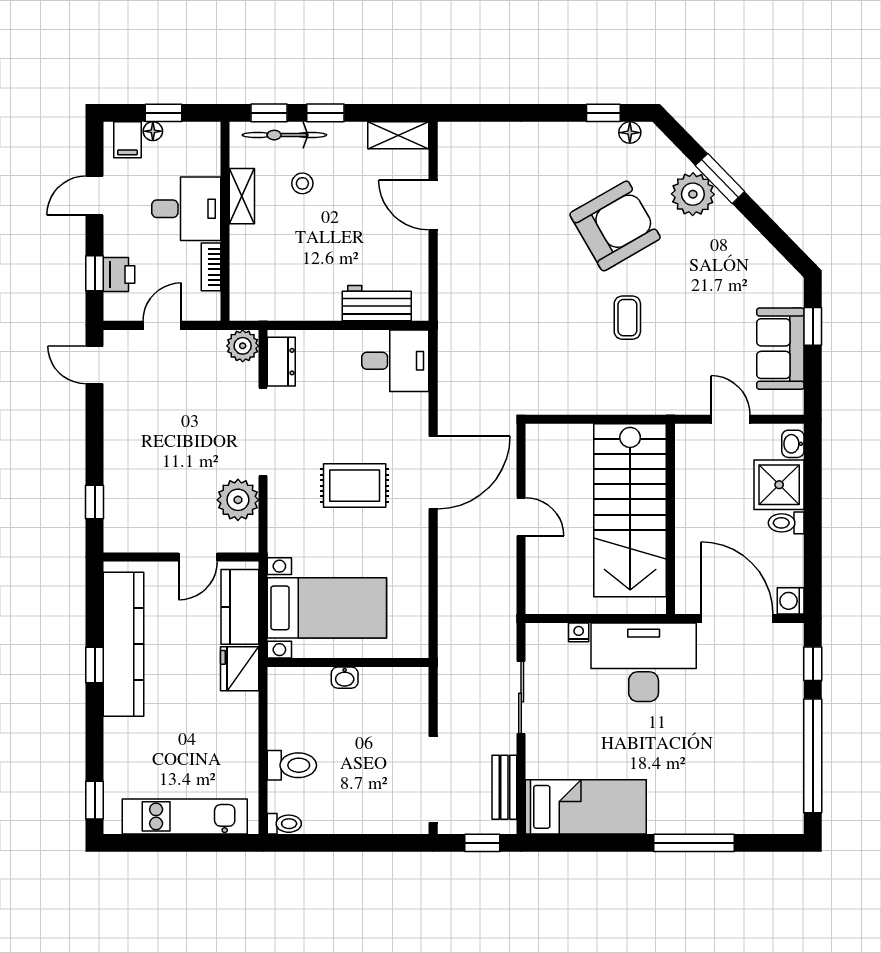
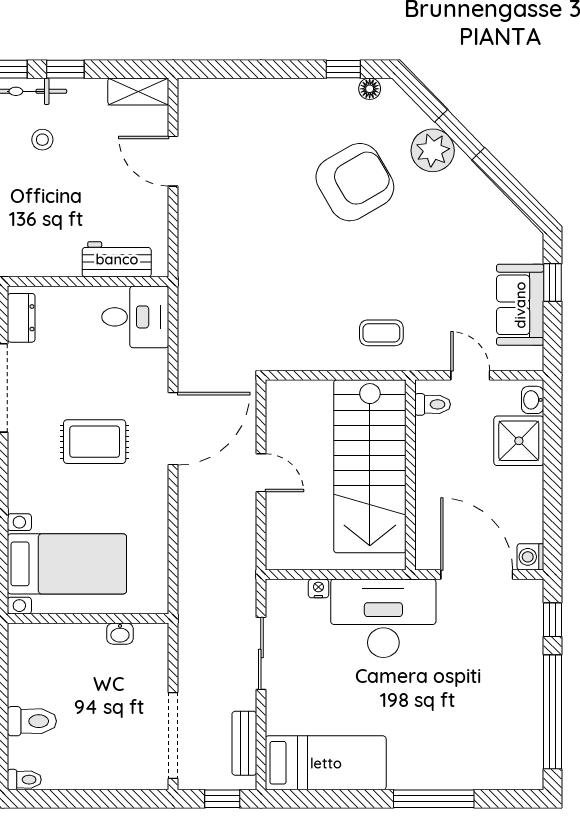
coffee table: (627, 318) -> (381, 333), moved, turned 90
toilet: (786, 523) -> (433, 404), moved, turned 180
washbasin: (345, 678) -> (120, 634), moved

